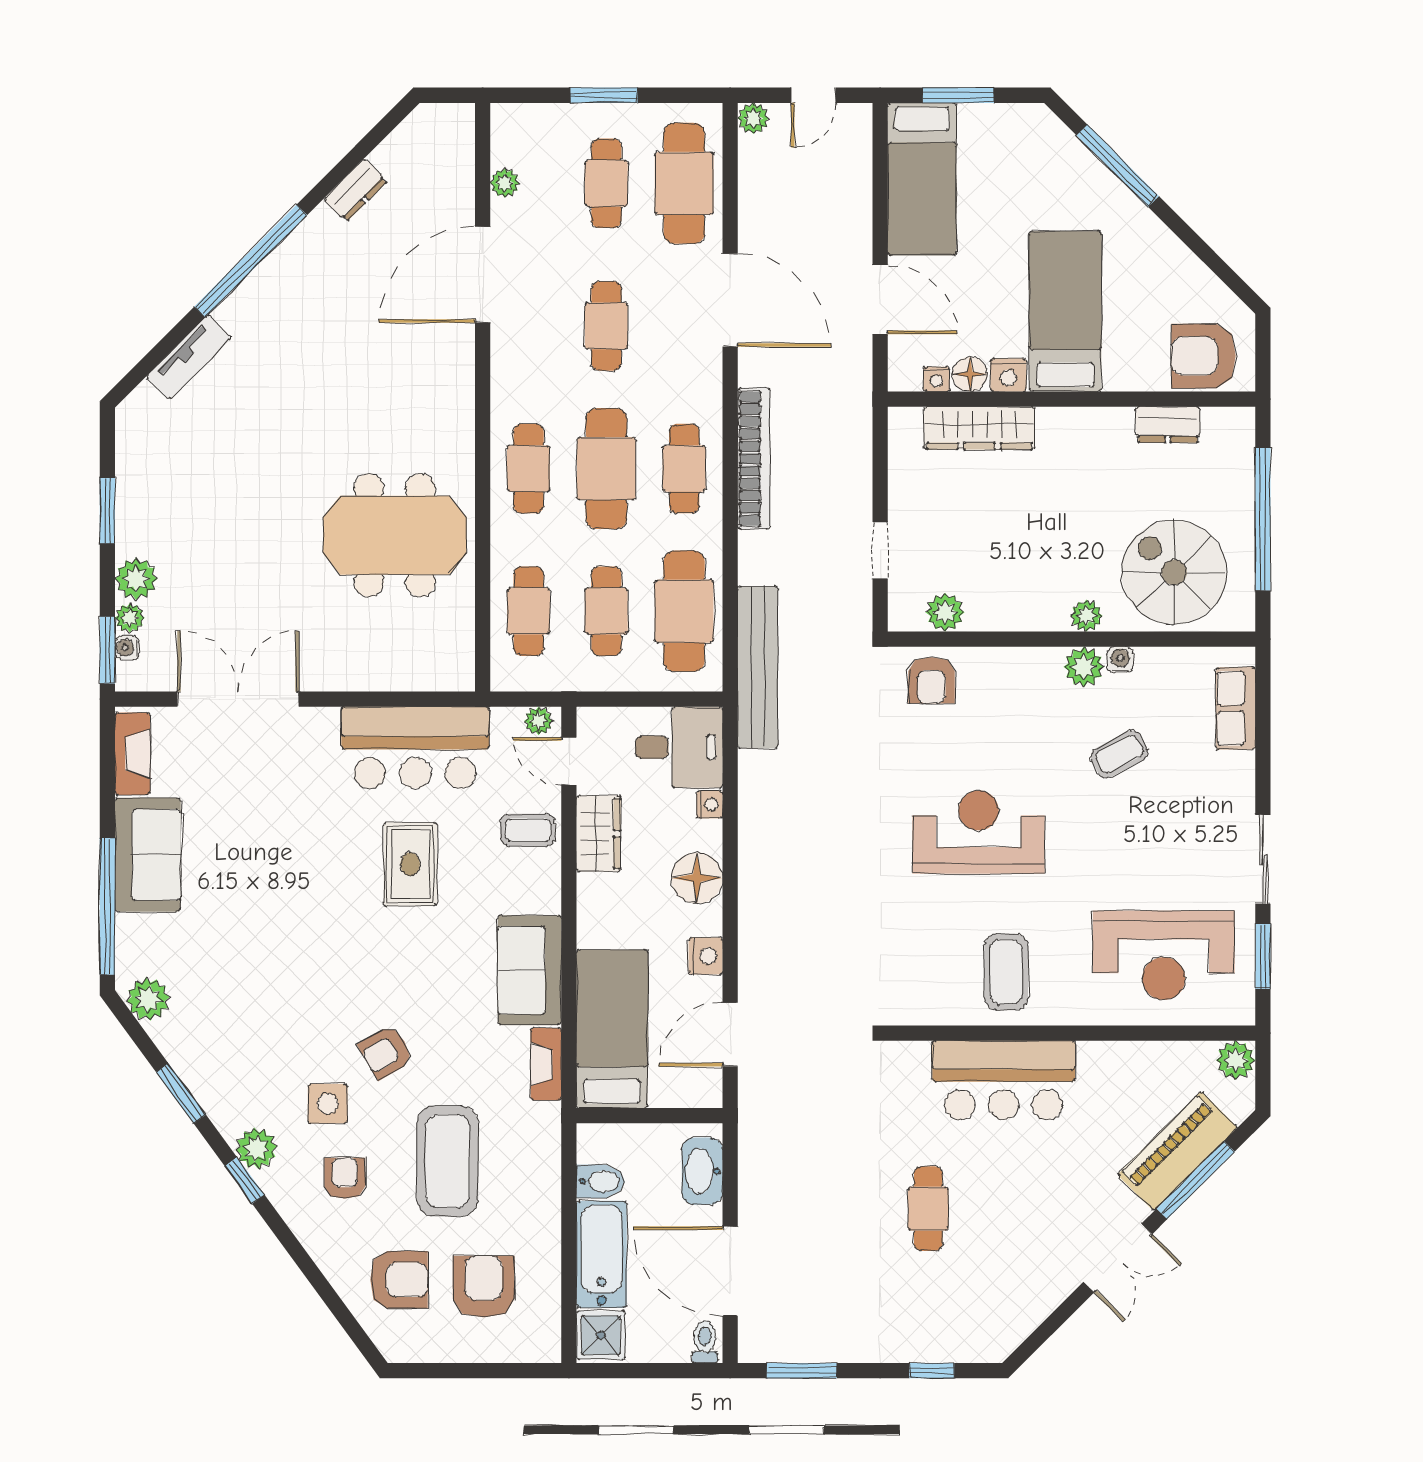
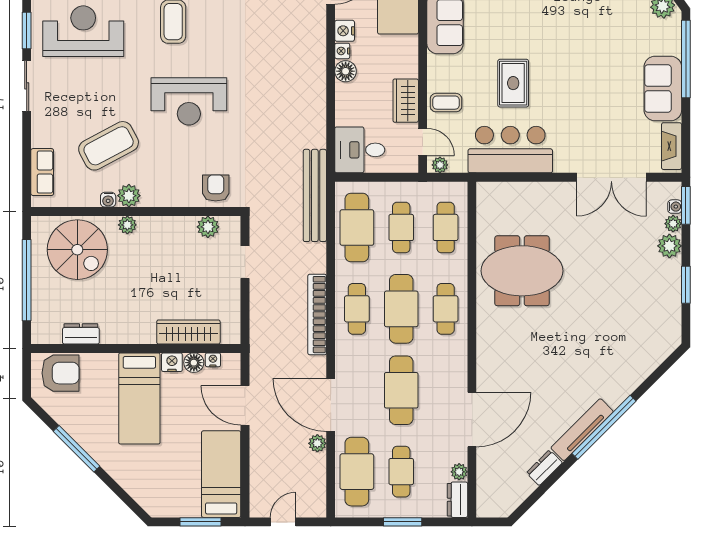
plant: (753, 118) -> (317, 443), moved
dresser: (508, 134) -> (458, 500), added
window: (1118, 166) -> (77, 449), moved
cafe table: (606, 326) -> (401, 390), width x1.37, depth x1.35
tv unit: (189, 357) -> (582, 430), moved, width x1.41
coffee table: (1119, 754) -> (109, 146), width x1.86, depth x1.72
nightstand: (710, 804) -> (342, 51), moved
floor lamp: (697, 878) -> (346, 71), width x0.73, depth x0.73

